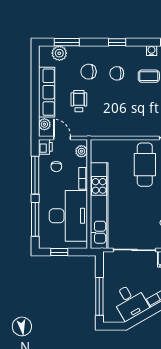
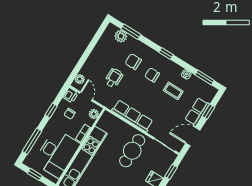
row of seats: (47, 92) -> (132, 116), moved, turned -90
window: (35, 175) -> (51, 110), width x0.46

